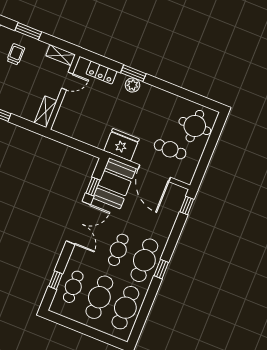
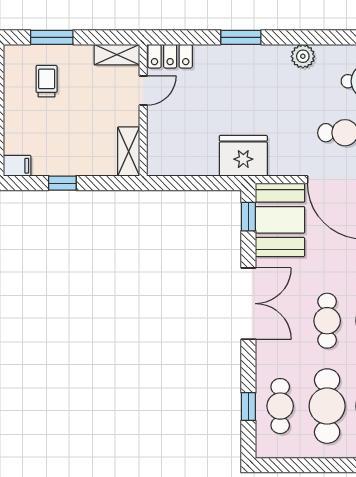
locker: (102, 73) -> (170, 56), moved
plant: (133, 85) -> (303, 56), moved
fridge: (122, 145) -> (243, 156), moved
window: (93, 186) -> (248, 217), moved

